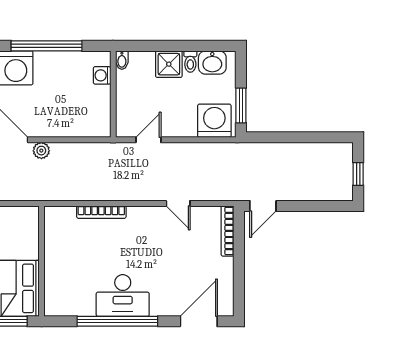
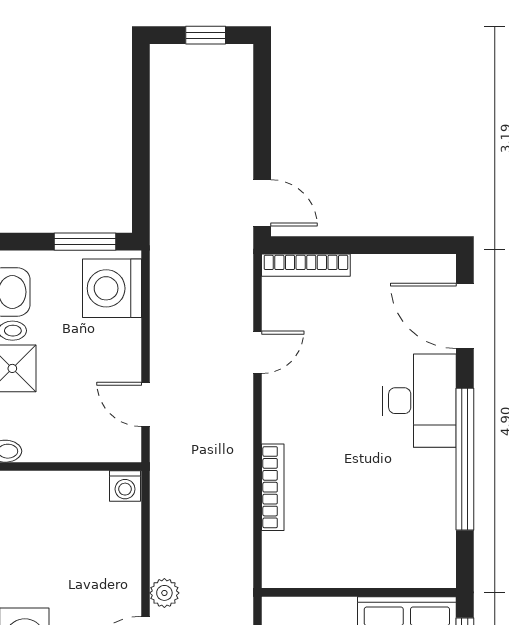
washing machine: (102, 75) -> (125, 486), moved
desk: (123, 295) -> (419, 401), moved

